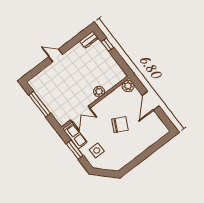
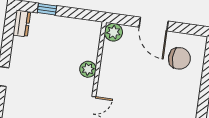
chair: (120, 125) -> (179, 58), moved, turned 63

